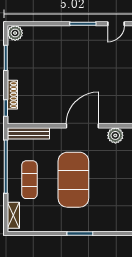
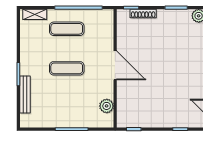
door: (82, 126) -> (115, 65), moved
bench: (29, 133) -> (25, 95), moved
exercise mat: (73, 180) -> (67, 68), width x0.50, depth x0.69

